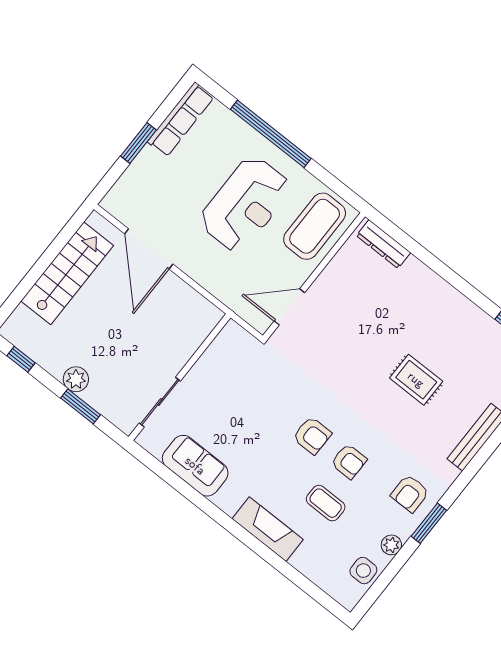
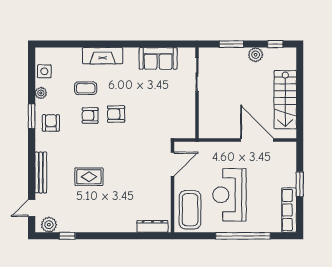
plant: (76, 379) -> (256, 55), moved

